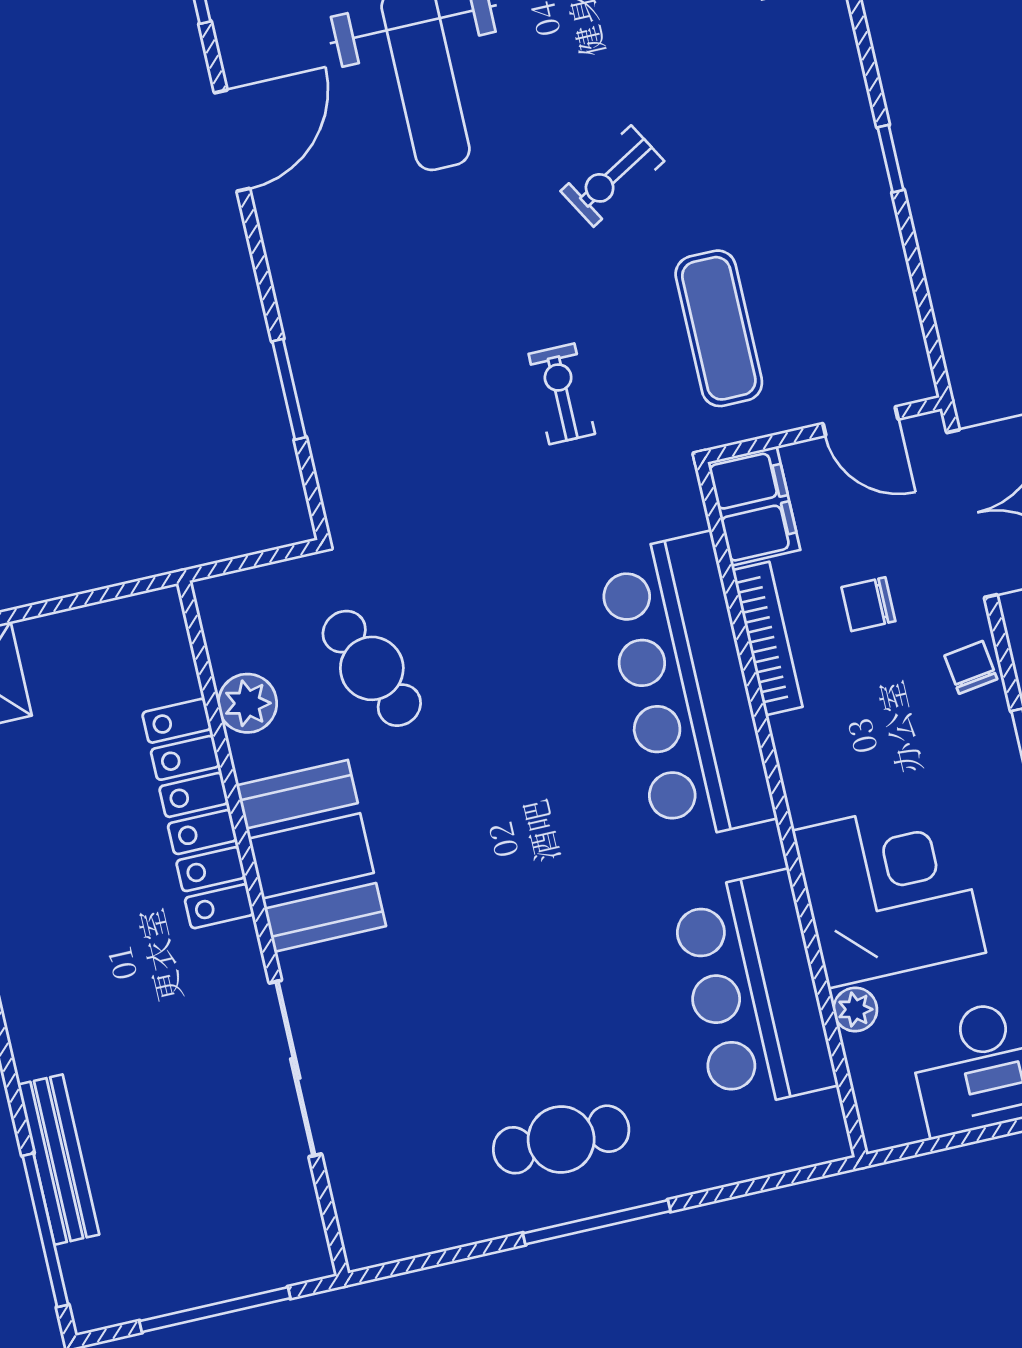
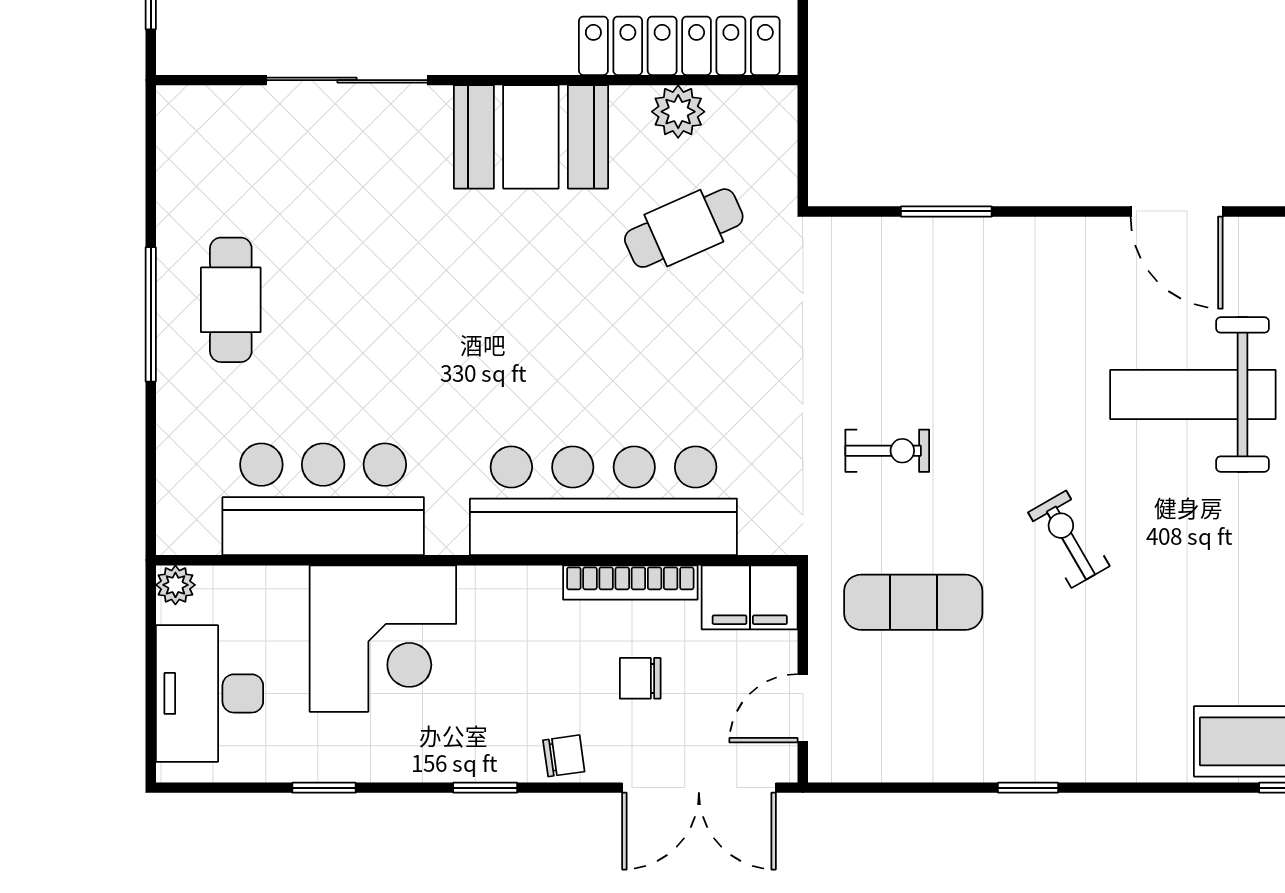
chair: (868, 604) -> (640, 678), turned -90
locker: (198, 813) -> (679, 46), moved
plant: (855, 1009) -> (175, 585), moved

